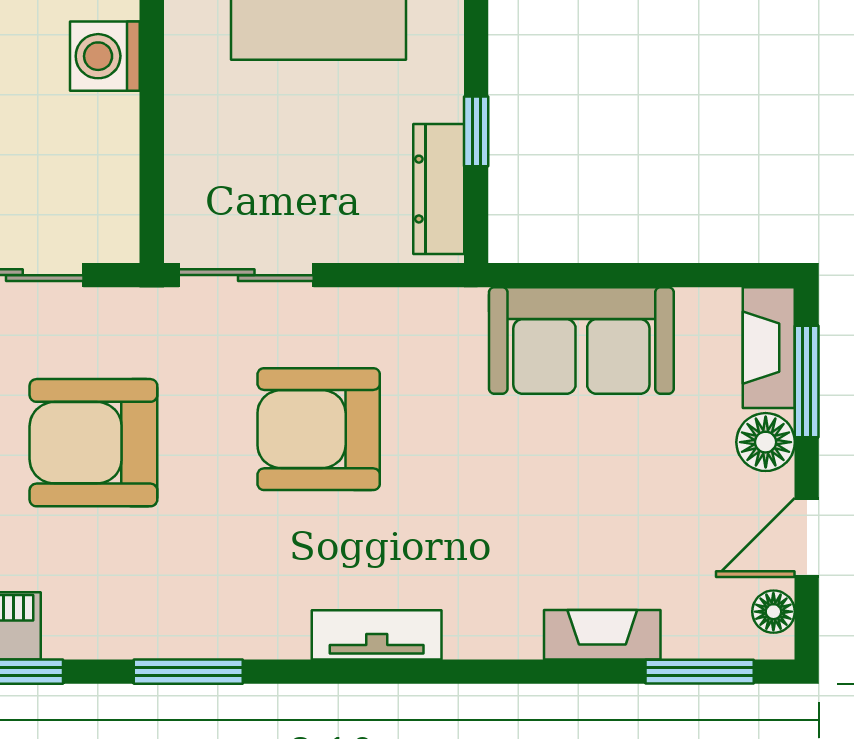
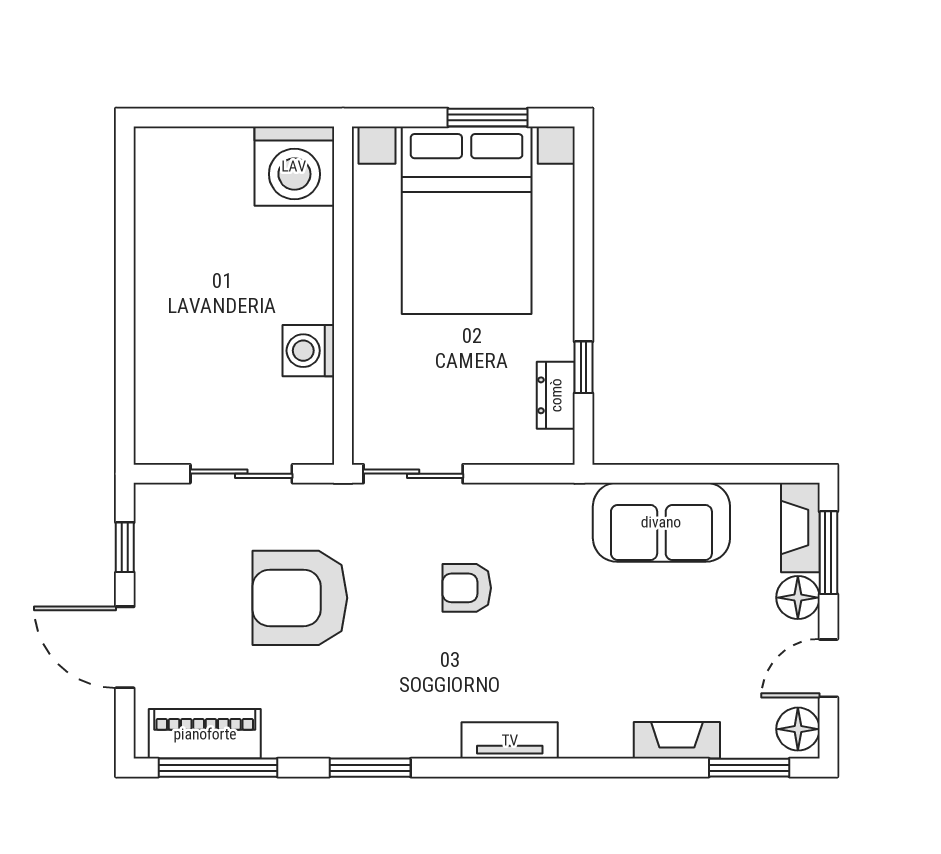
washing machine: (105, 56) -> (308, 351), moved
dresser: (439, 189) -> (556, 395), width x0.70
armchair: (319, 429) -> (467, 588), width x0.53, depth x0.53
floor lamp: (773, 612) -> (798, 729), width x1.37, depth x1.37

